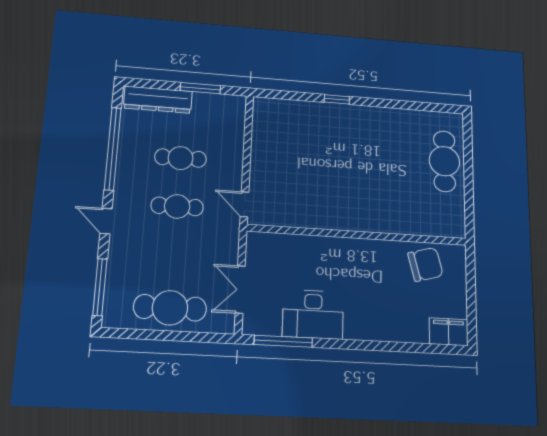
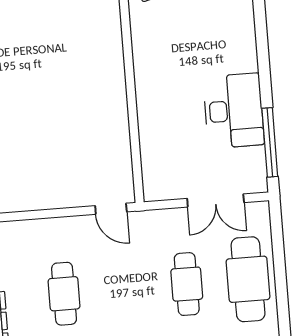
door: (244, 204) -> (111, 209), hinge flipped
cafe table: (177, 206) -> (187, 284), moved

